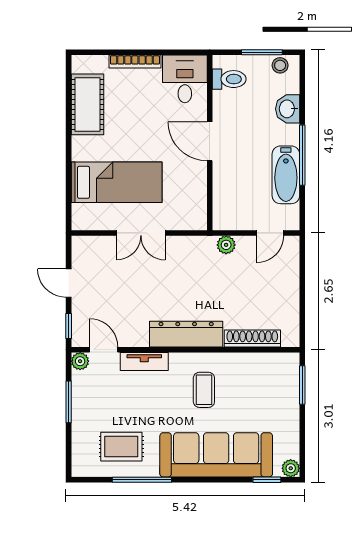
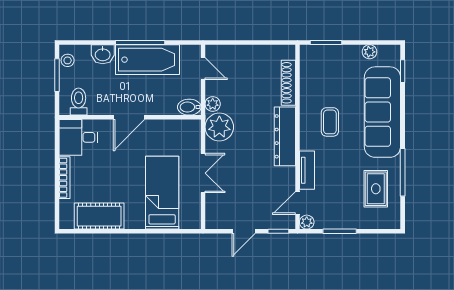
bathtub: (286, 175) -> (148, 60), width x1.36, depth x1.36
bidet: (222, 216) -> (189, 107), added
plant: (198, 253) -> (219, 127), added
coffee table: (204, 390) -> (330, 122), turned 90
plant: (291, 468) -> (369, 52), moved

